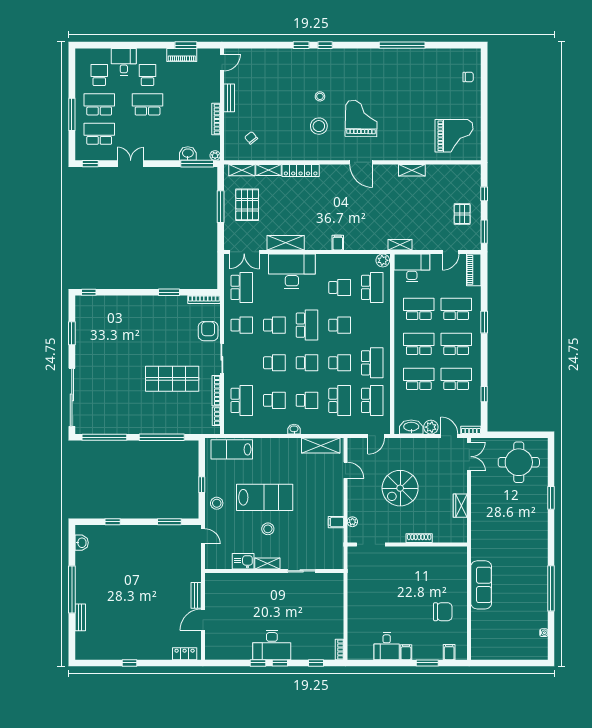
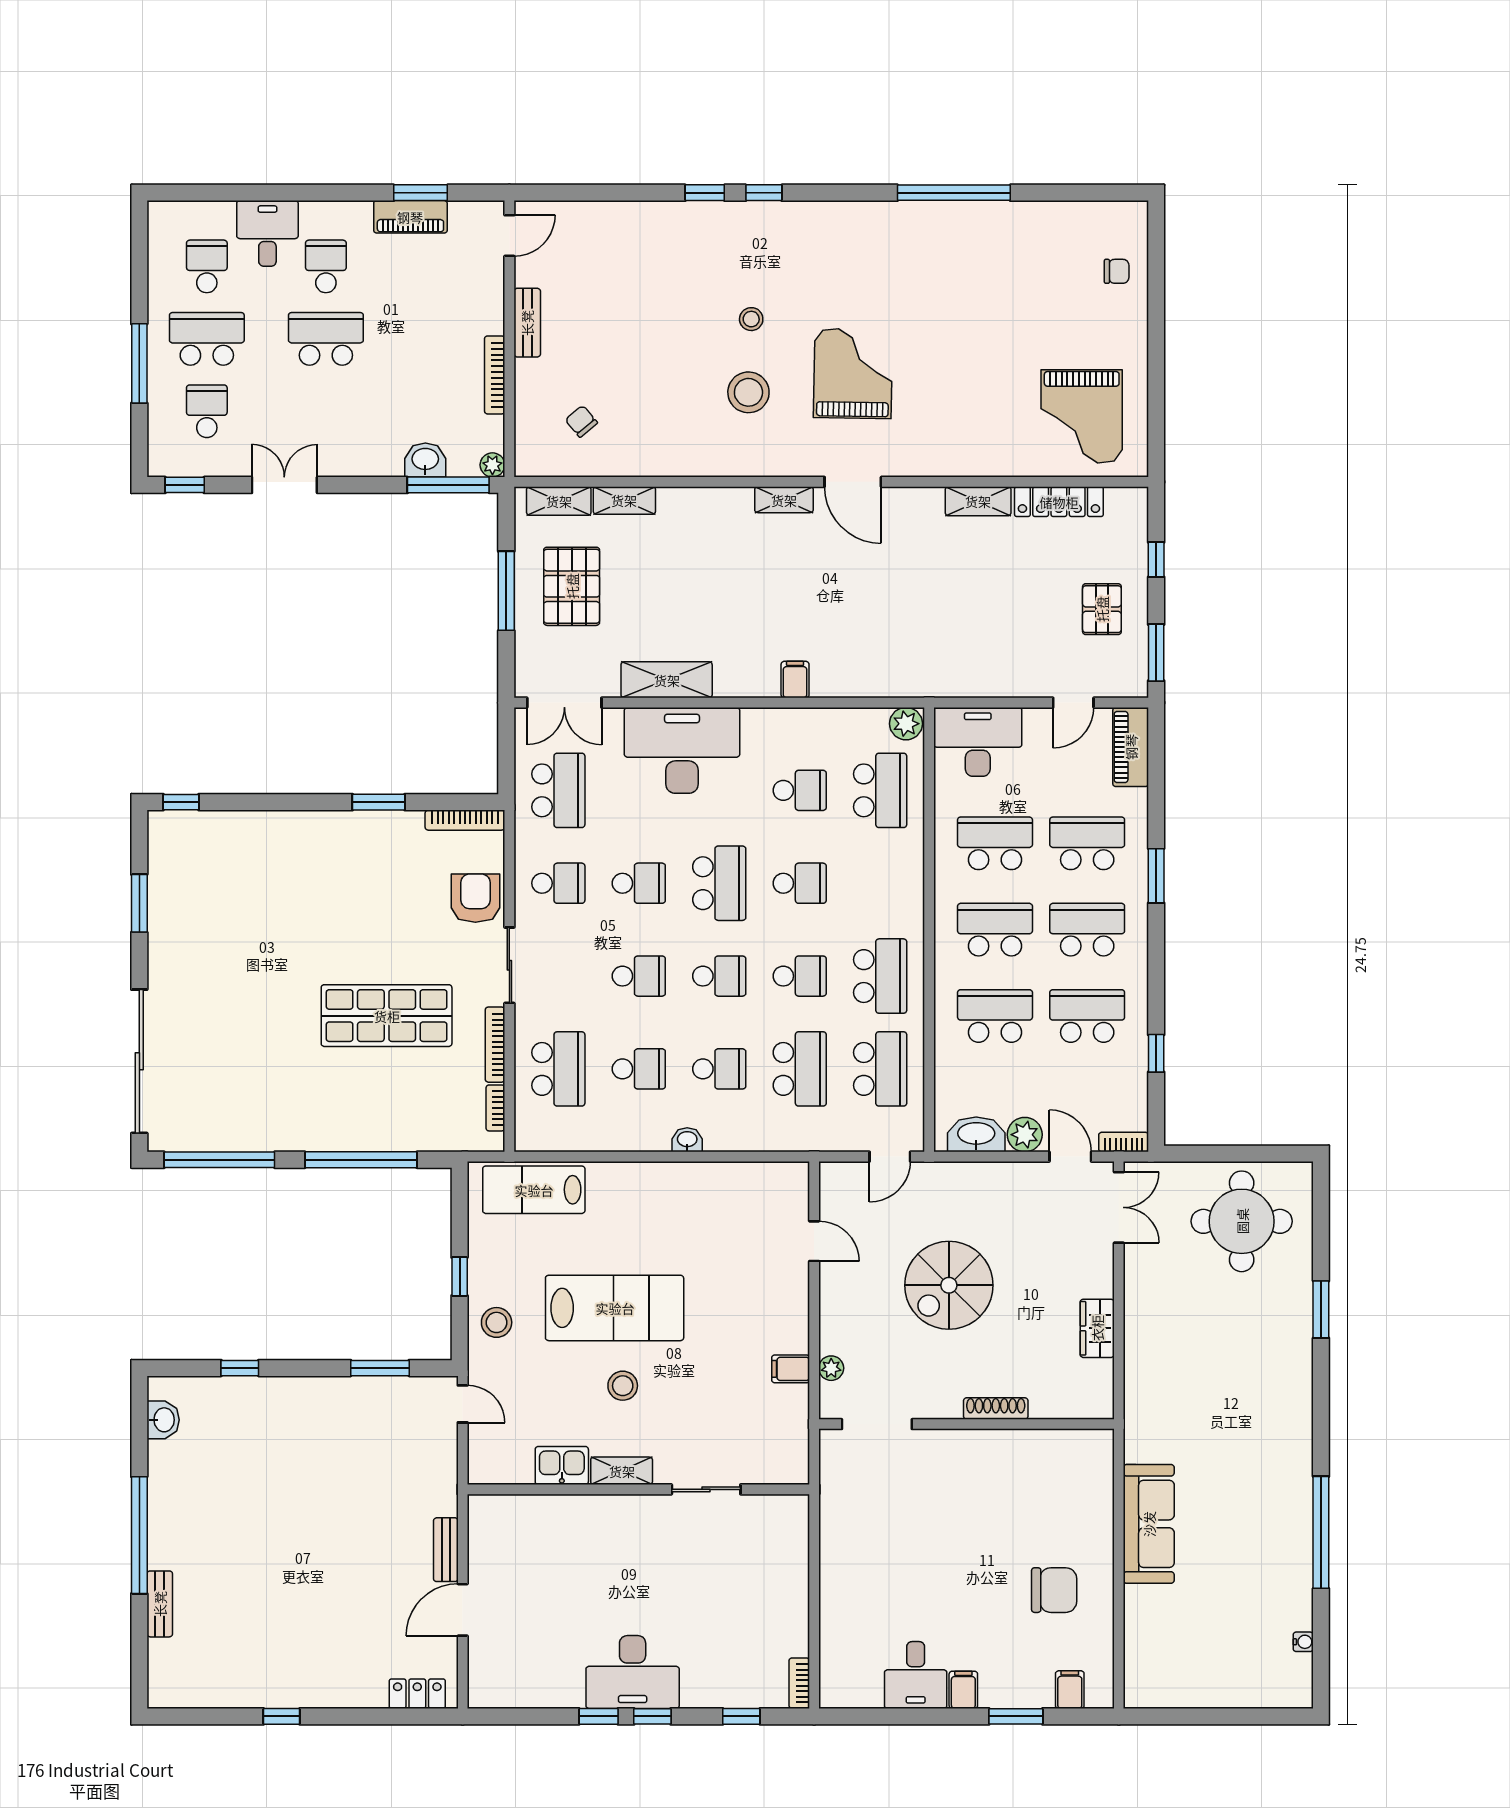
school desk: (99, 134) -> (207, 411), width x0.54
grand piano: (454, 136) -> (1082, 416), turned 90
locker: (301, 170) -> (1059, 502), moved
shelving: (400, 245) -> (784, 500), moved
shelving: (321, 446) -> (753, 1180), removed

